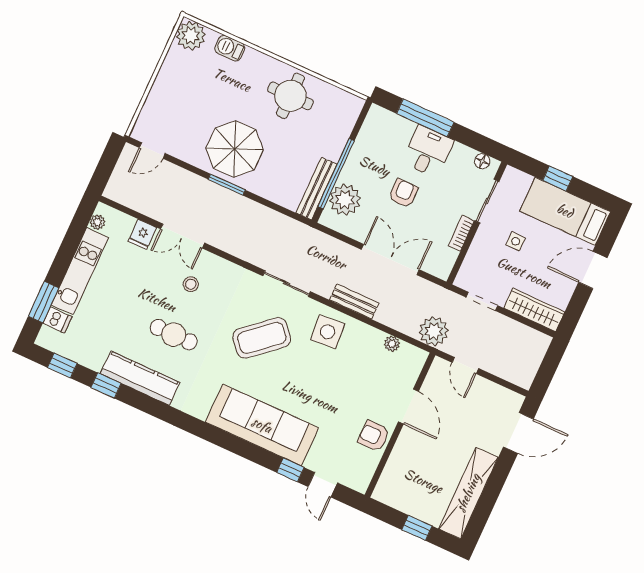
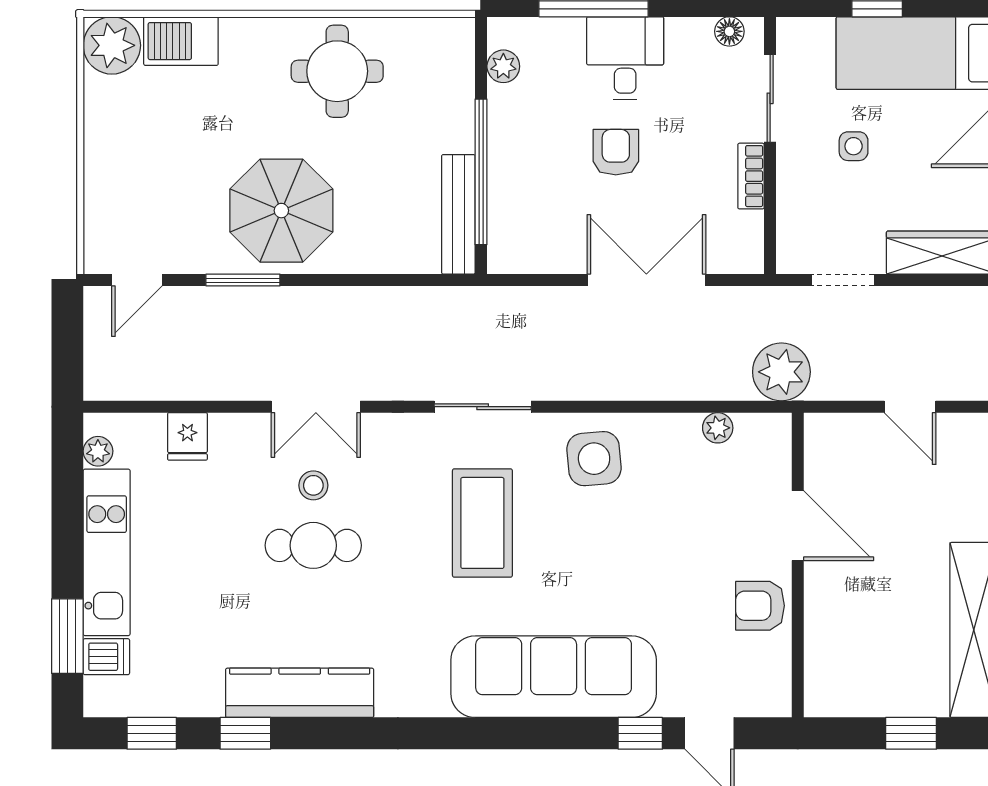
barbecue: (230, 48) -> (181, 41), width x1.38, depth x1.27
window: (227, 185) -> (243, 280), moved
plant: (345, 200) -> (503, 66), moved, width x0.53, depth x0.53
double door: (182, 236) -> (316, 407), moved
bench: (354, 302) -> (617, 384), removed
cafe table: (174, 335) -> (313, 545), moved
coffee table: (262, 338) -> (482, 523), turned -49
door: (465, 365) -> (910, 407), moved

